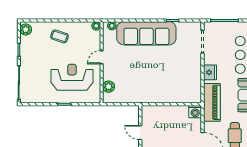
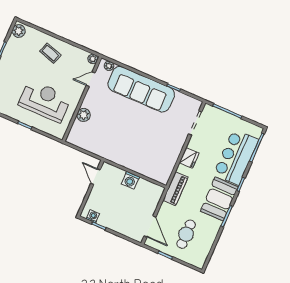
door: (102, 57) -> (91, 79), moved
plant: (109, 87) -> (84, 115), moved
piano: (212, 102) -> (175, 189), width x0.73, depth x0.75
washing machine: (195, 112) -> (130, 180), moved
door: (140, 132) -> (95, 177), moved

